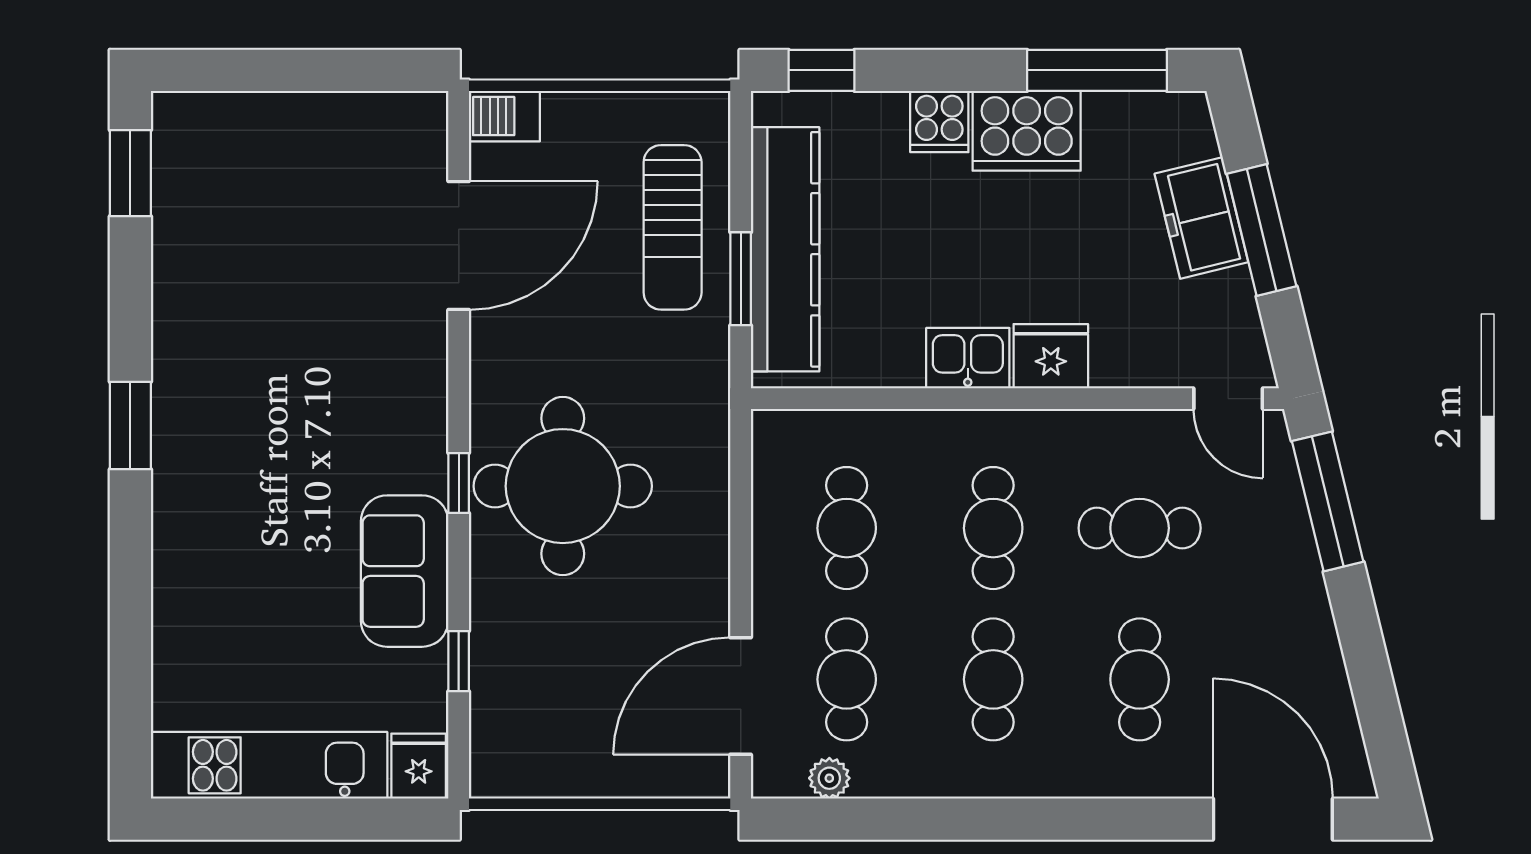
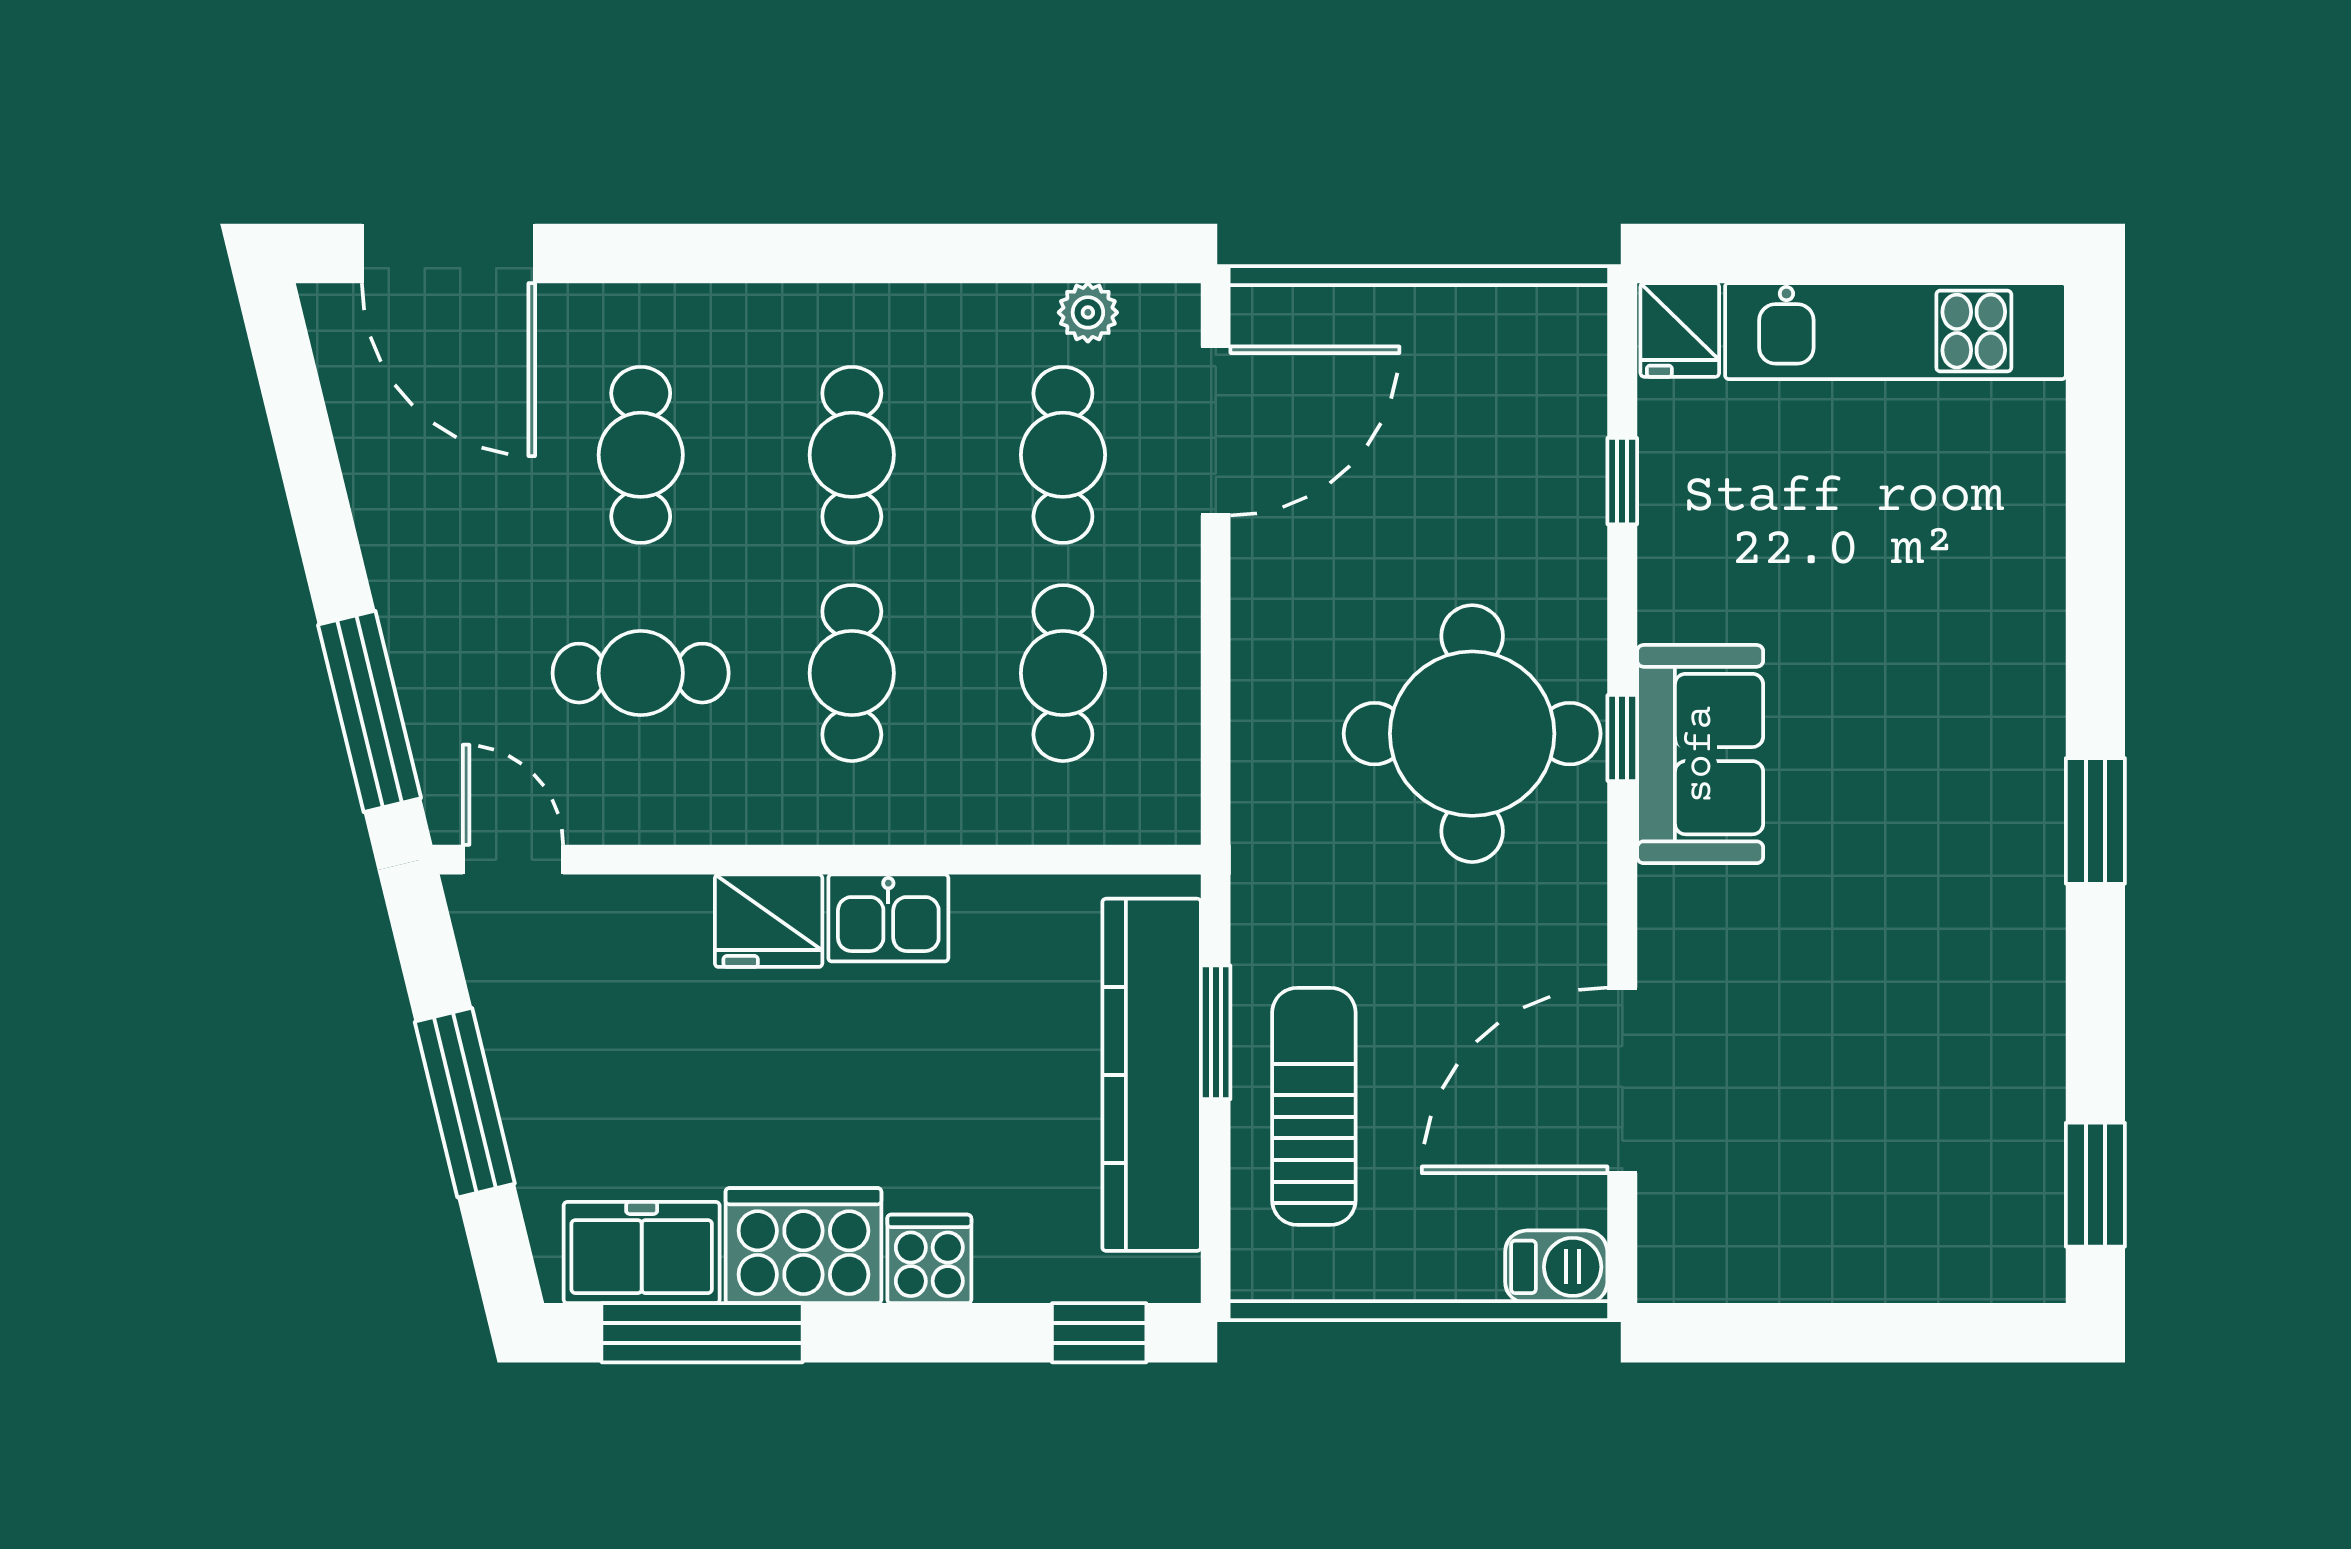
freezer: (1201, 218) -> (642, 1253), moved, turned -76
sofa: (405, 571) -> (1700, 754), moved

